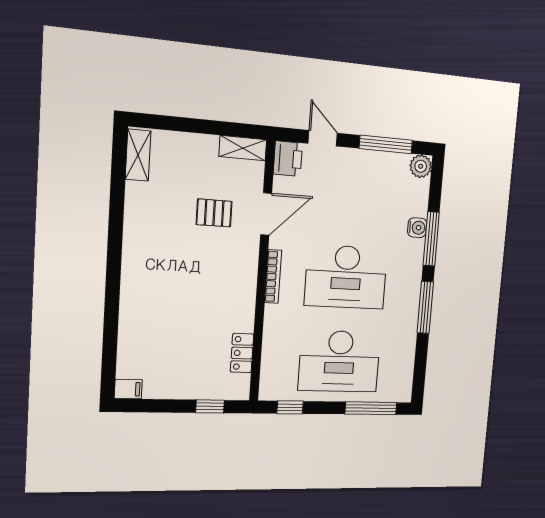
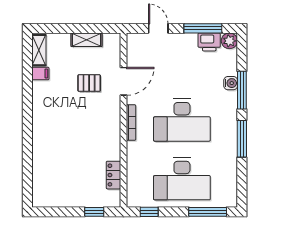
shelving: (243, 148) -> (86, 40), moved
printer: (288, 159) -> (209, 42), moved, turned 90
filing cabinet: (128, 389) -> (40, 74), moved

